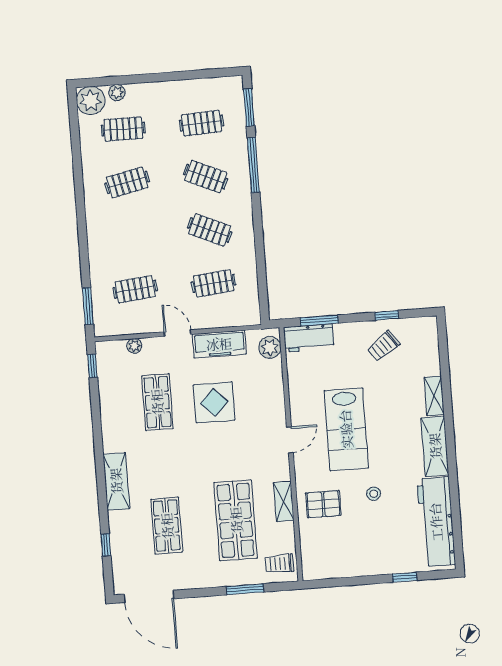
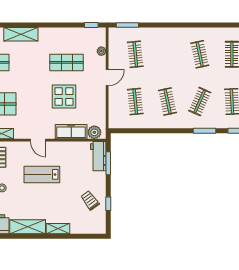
window: (253, 165) -> (204, 131), width x0.69
clothes rail: (210, 230) -> (168, 102), turned -36
freezer: (219, 344) -> (71, 132), moved, turned 90
lab bench: (346, 429) -> (42, 174), width x0.73, depth x0.72

